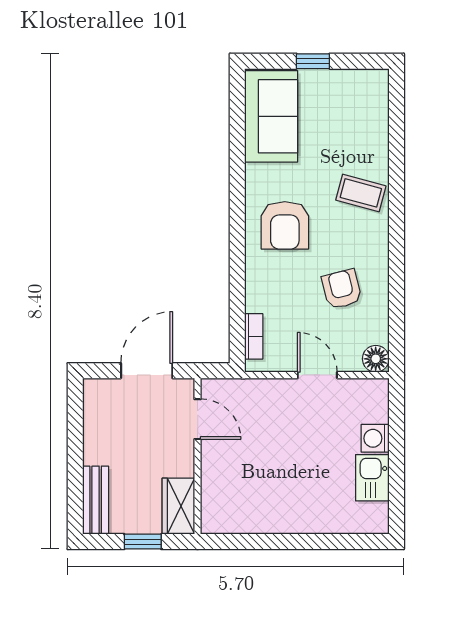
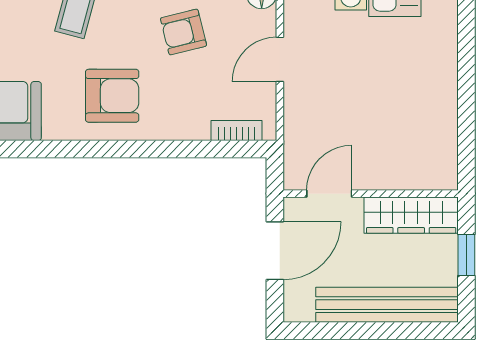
door: (147, 371) -> (275, 251), swing flipped
bench: (96, 500) -> (387, 305), width x1.86, depth x1.21
wardrobe: (178, 506) -> (411, 215), width x1.50

